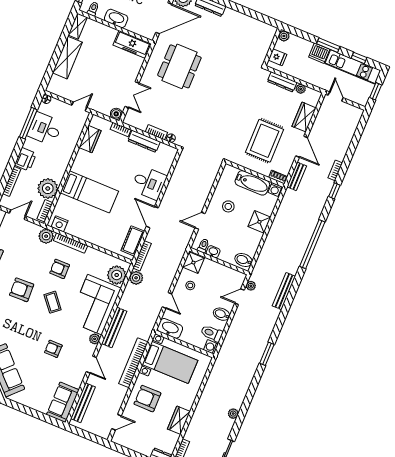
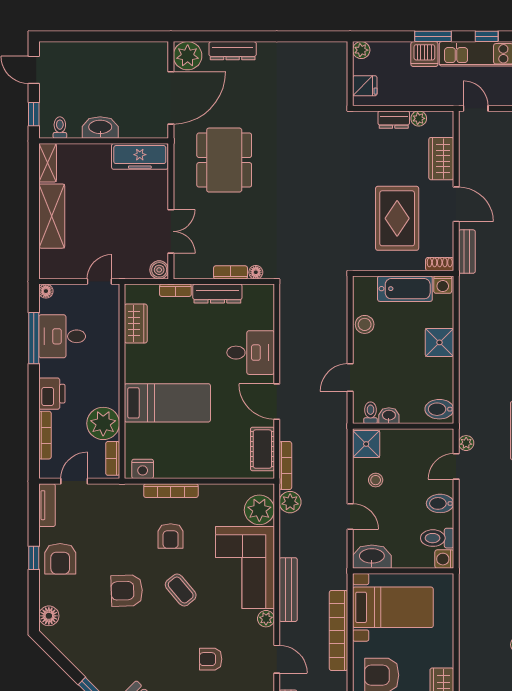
dresser: (282, 82) -> (394, 120), width x0.70
stool: (228, 206) -> (365, 324), moved
plant: (46, 236) -> (130, 496), removed
armchair: (60, 269) -> (171, 536), turned -90

